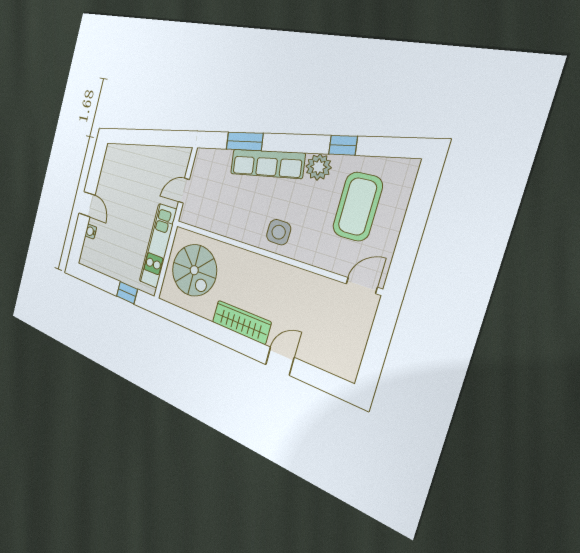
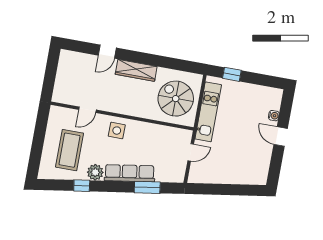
door: (362, 285) -> (87, 110), moved

